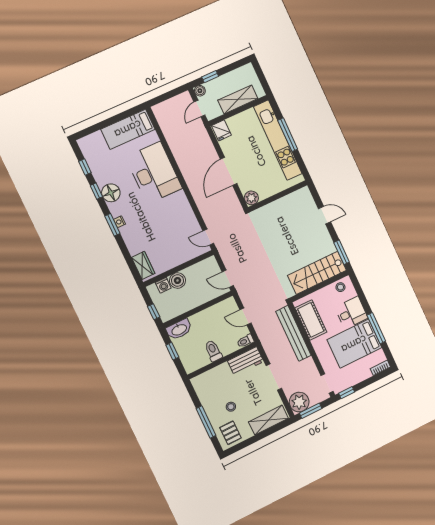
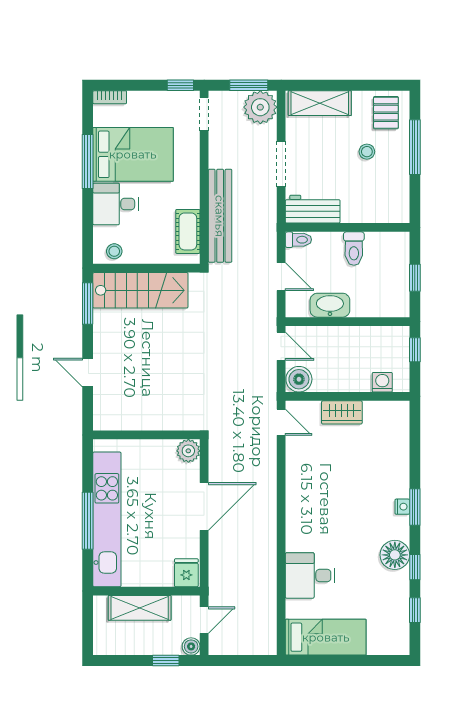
desk: (154, 173) -> (310, 575), width x0.53, depth x0.77
wardrobe: (143, 265) -> (342, 412), moved, turned -90
boiler: (177, 281) -> (299, 379), moved
cot: (311, 320) -> (188, 231), width x0.73, depth x0.75
washbasin: (179, 329) -> (330, 305), moved

